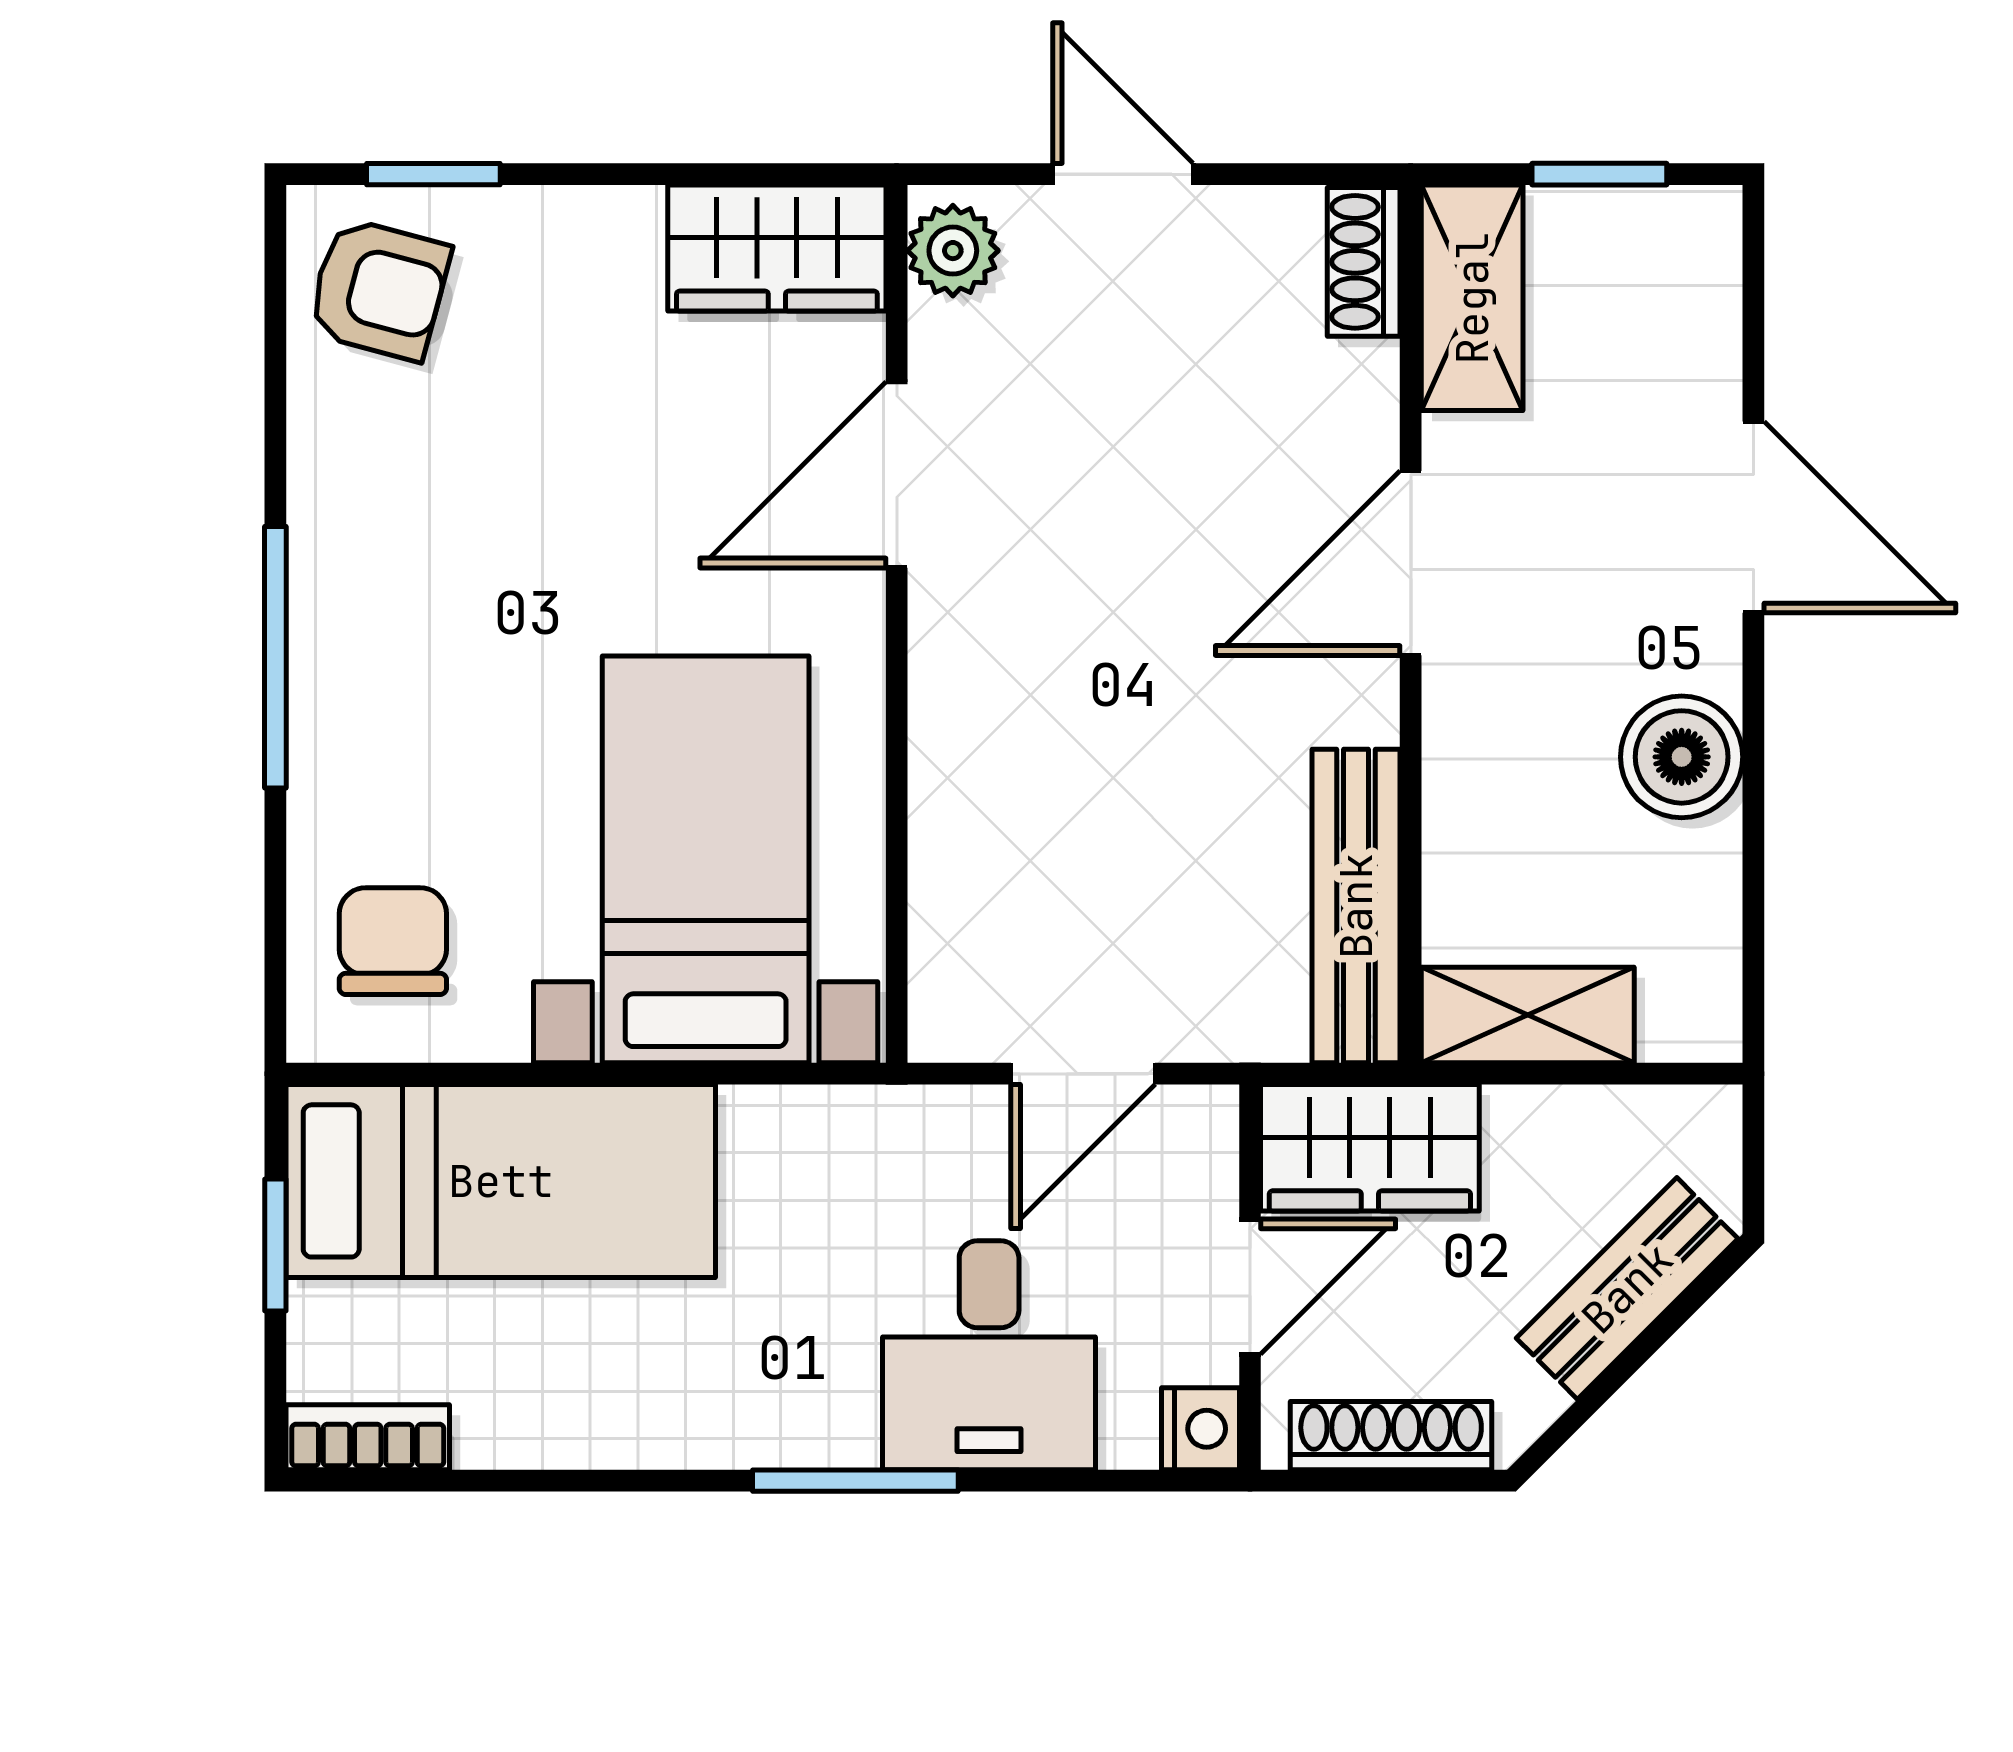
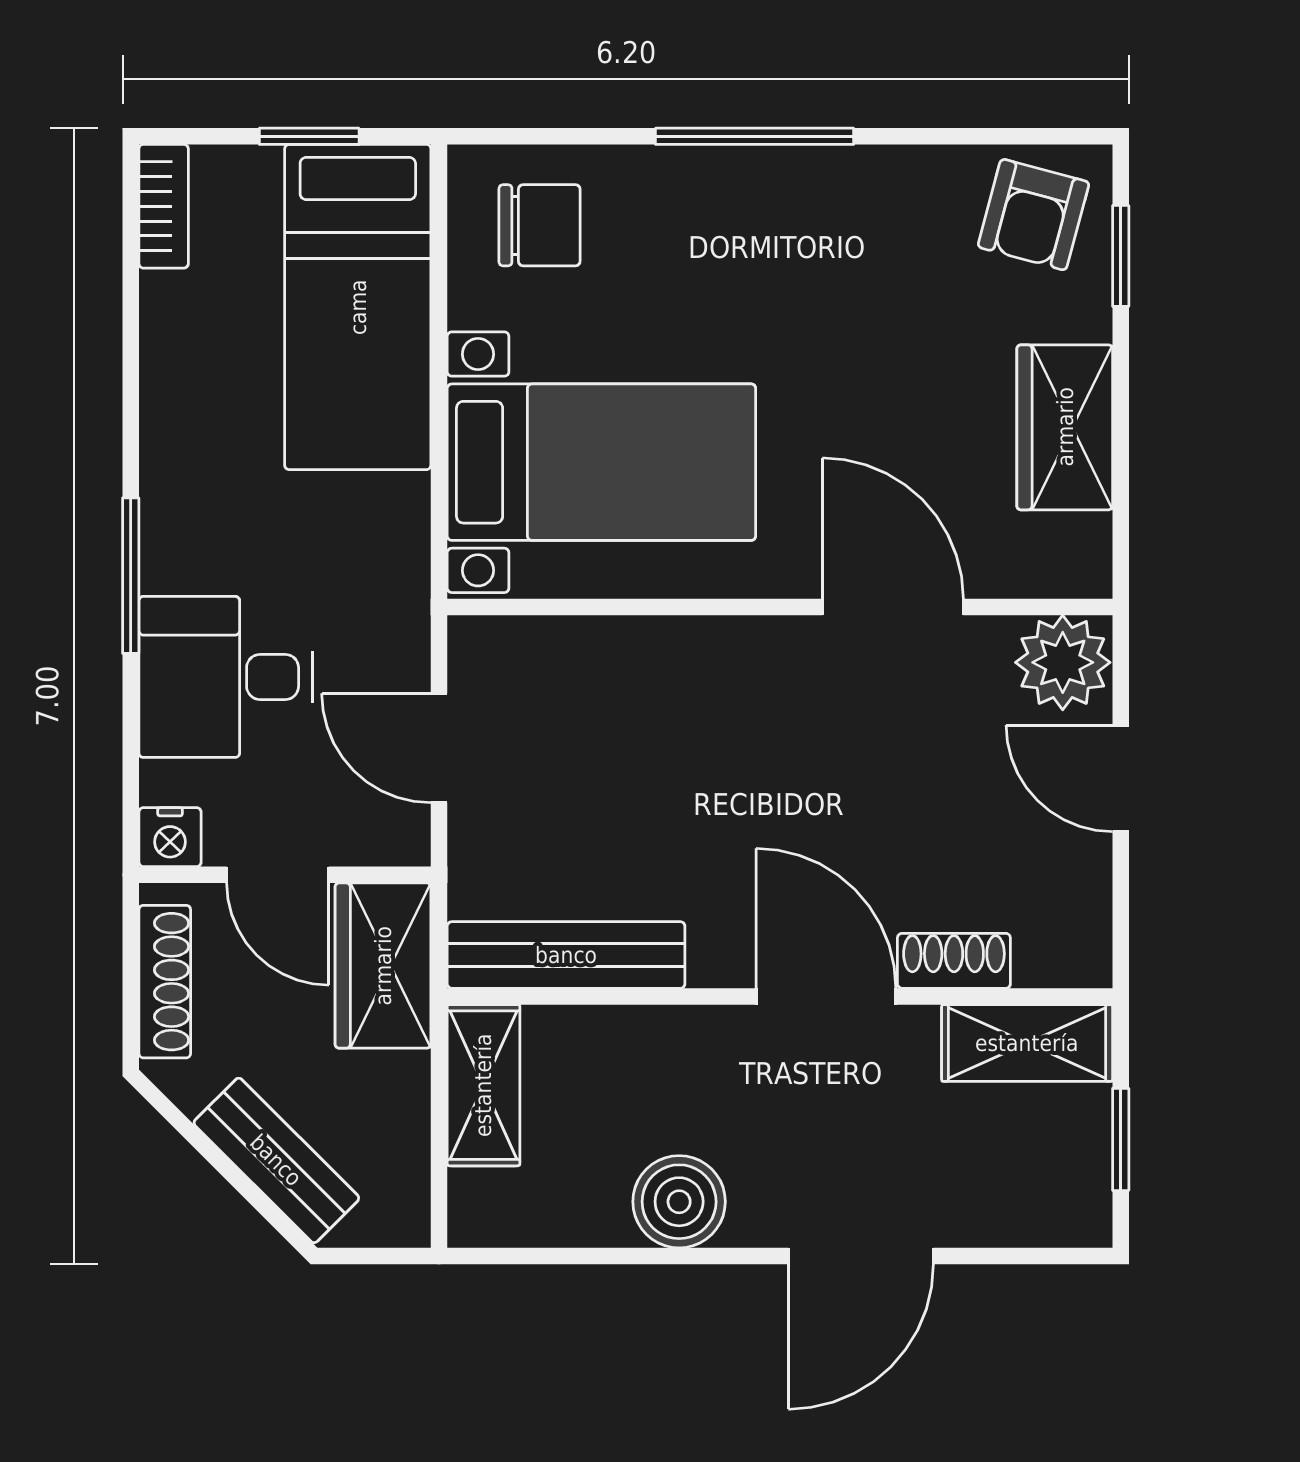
door: (1123, 174) -> (1121, 778), swing flipped
wardrobe: (777, 248) -> (1065, 427), moved
plant: (953, 251) -> (1063, 662), width x1.38, depth x1.38
shoe rack: (1364, 262) -> (954, 961), moved

